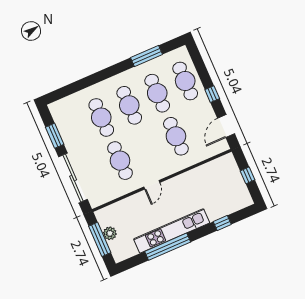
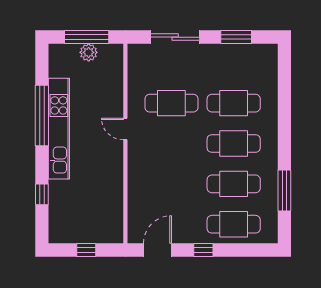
door: (226, 126) -> (157, 250), hinge flipped
cafe table: (176, 136) -> (171, 184), removed
sliding door: (73, 178) -> (175, 37), width x0.73

